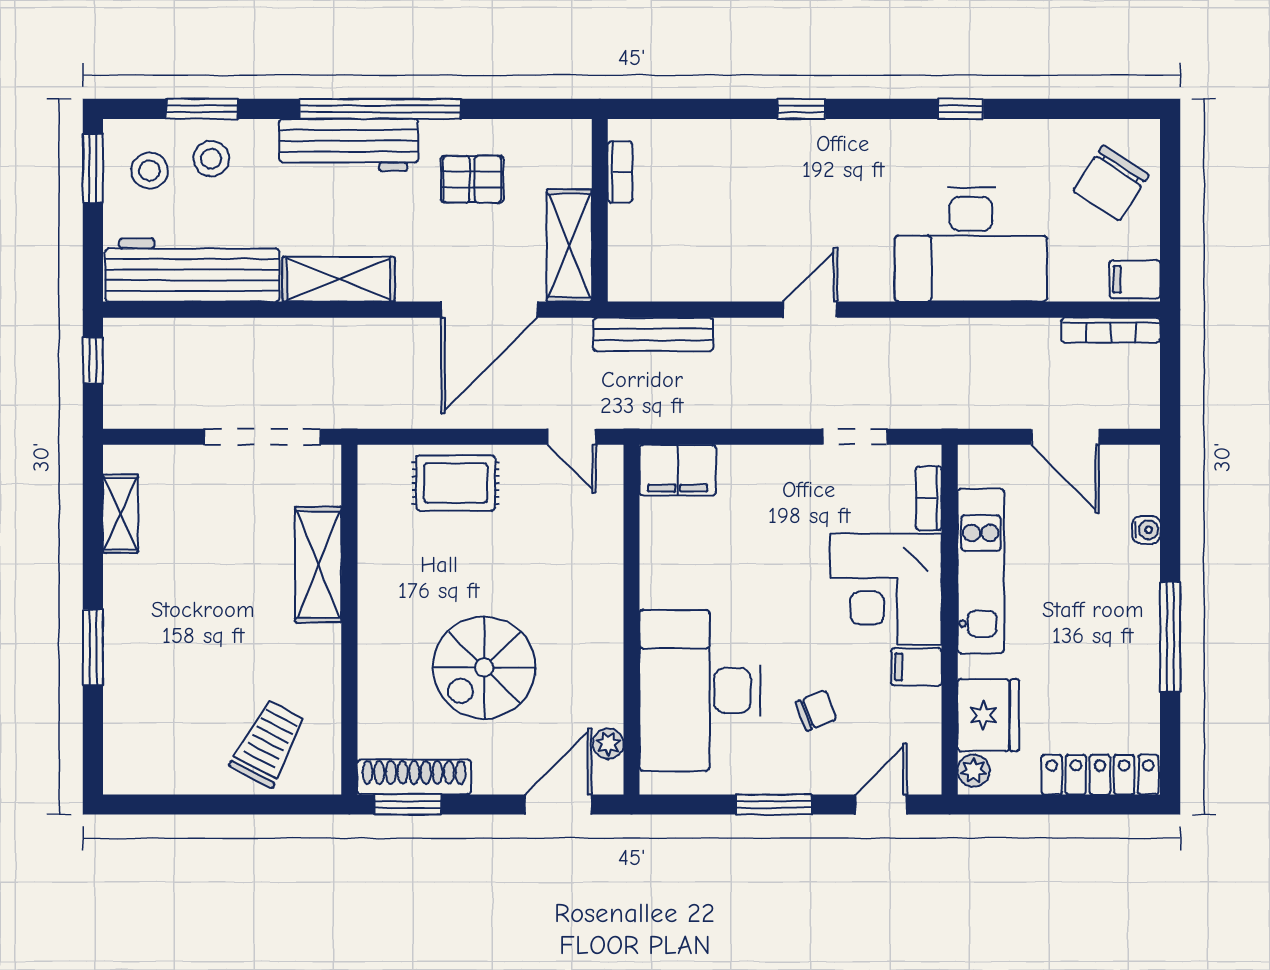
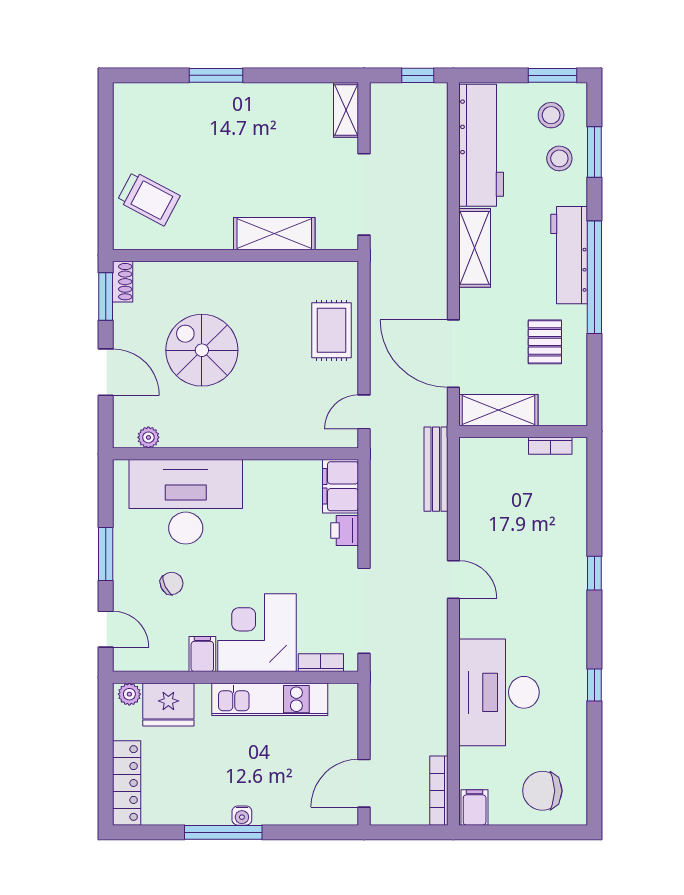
chair: (1111, 183) -> (542, 791), turned -33
doorway: (855, 437) -> (364, 611), width x1.87
door: (1065, 437) -> (364, 783), moved
printer: (741, 464) -> (345, 530), added
shelving: (120, 513) -> (346, 110), moved, turned 90
water cooler: (1146, 530) -> (242, 816), moved
chair: (816, 711) -> (172, 583), turned -95
shoe rack: (414, 777) -> (123, 282), width x0.51, depth x0.81
door: (558, 804) -> (106, 372), moved

